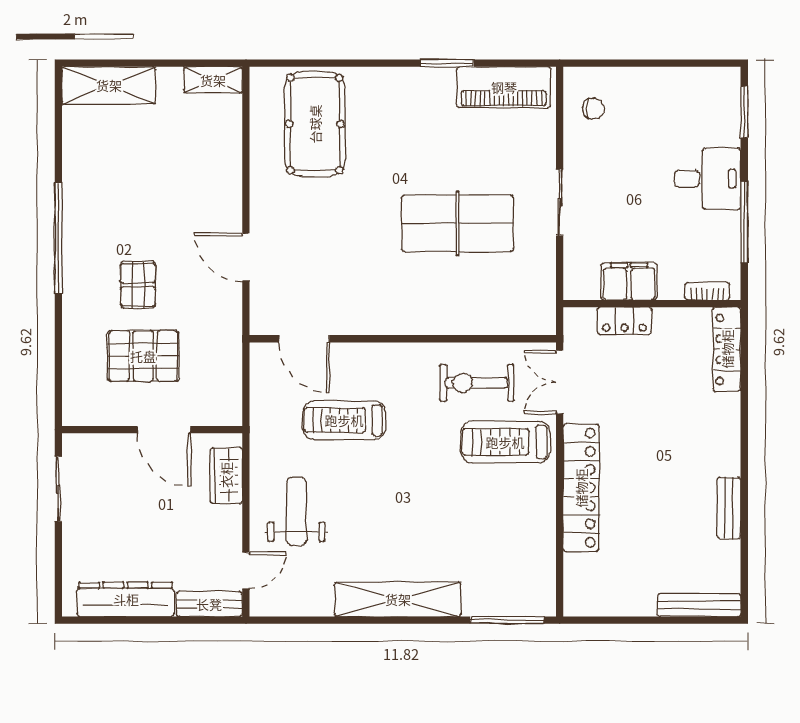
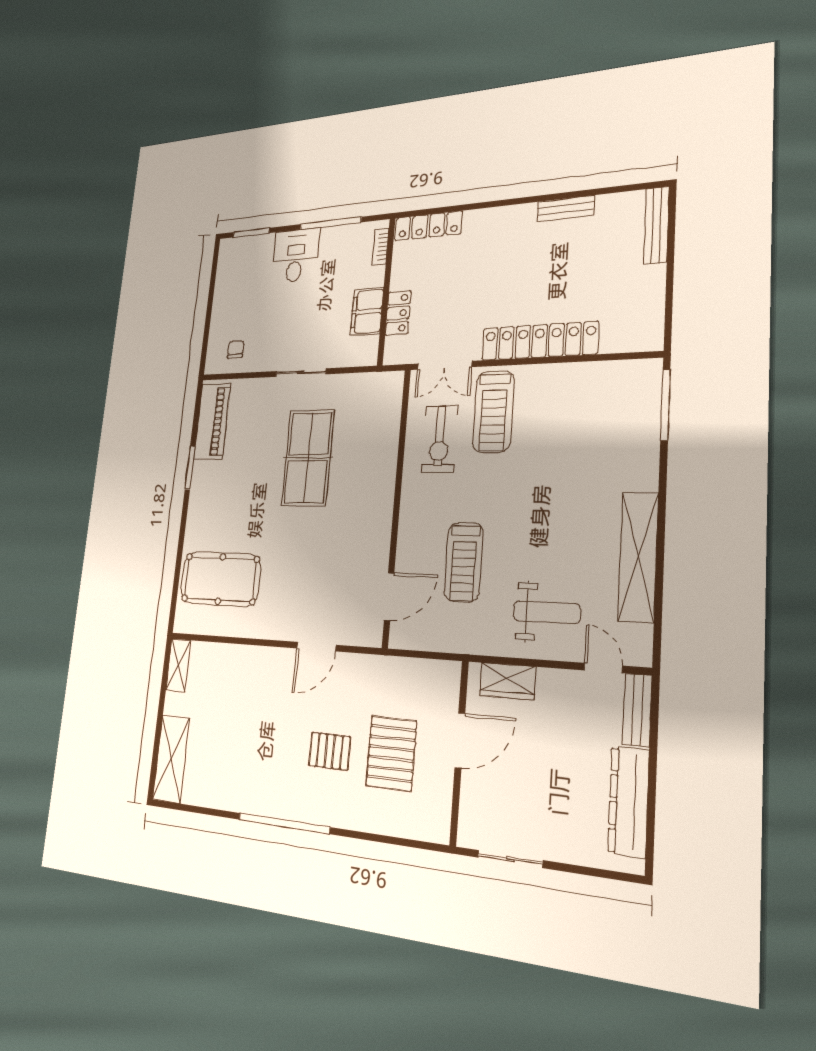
weight bench: (297, 511) -> (547, 612), turned 180
shelving: (398, 599) -> (638, 557), moved

